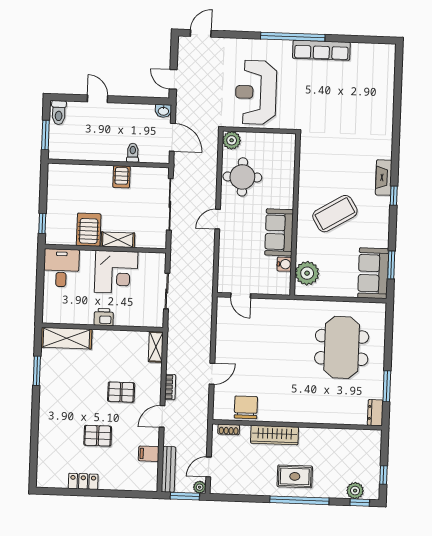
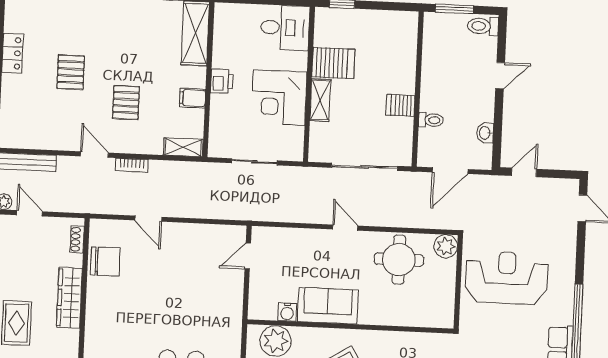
washbasin: (163, 111) -> (485, 133), moved
filing cabinet: (149, 454) -> (192, 98), moved, turned -90

